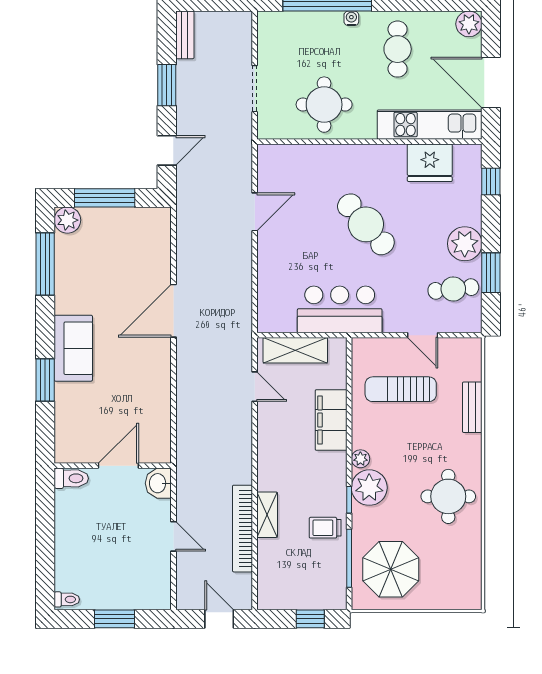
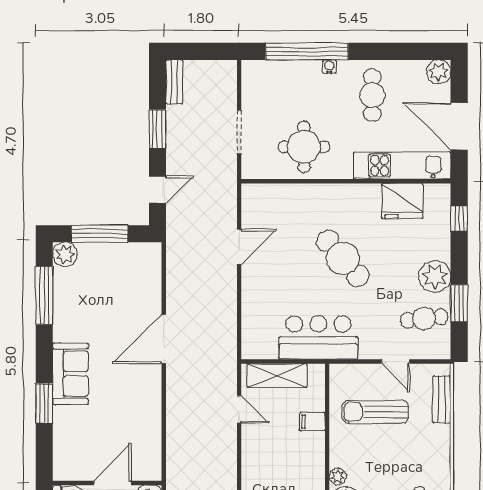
bench: (472, 407) -> (442, 399), moved
filing cabinet: (331, 420) -> (312, 422), width x0.33, depth x0.86

